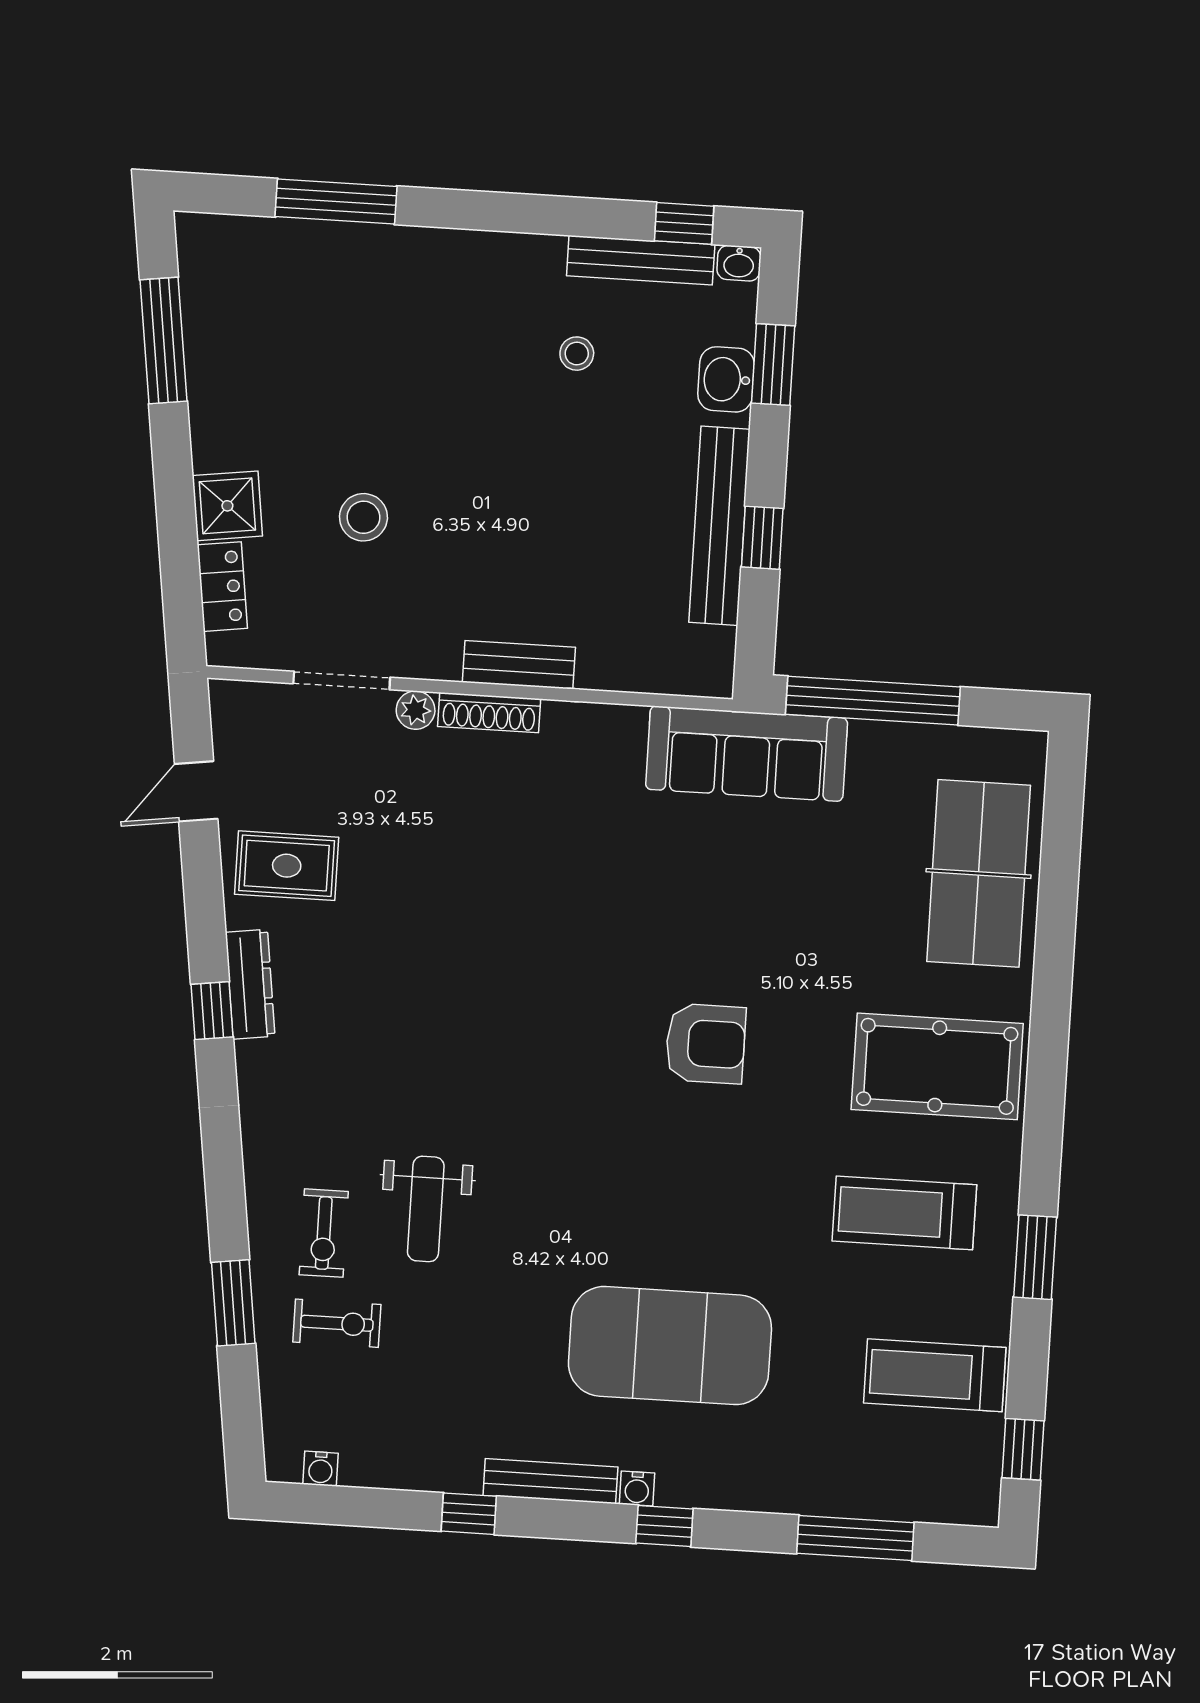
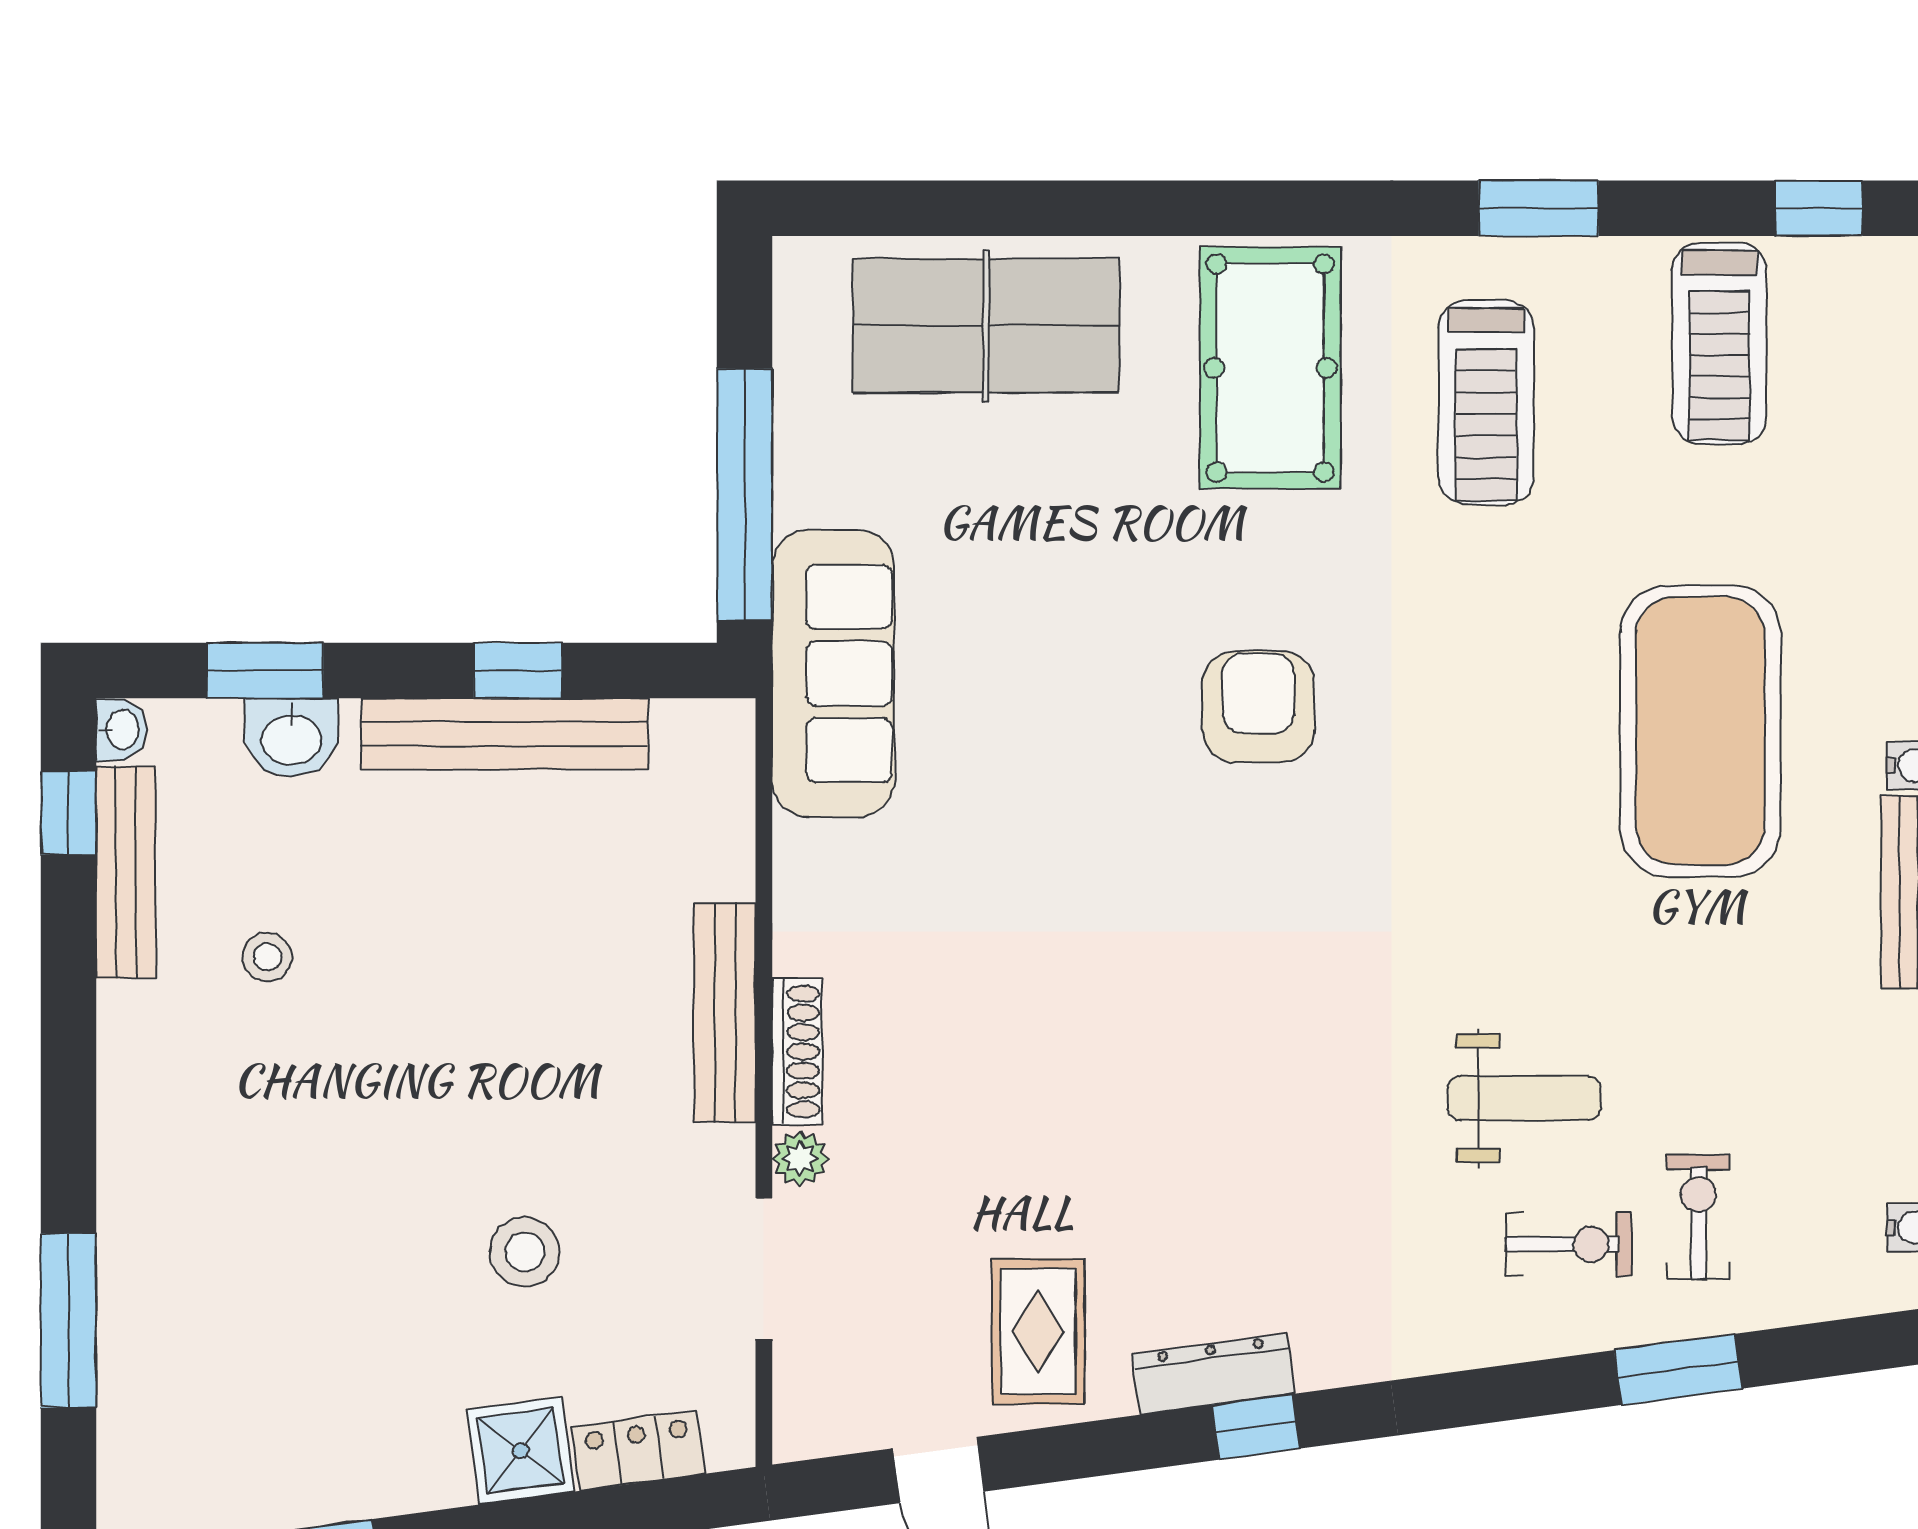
bench: (519, 665) -> (725, 1013), width x1.36

